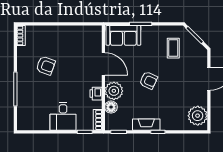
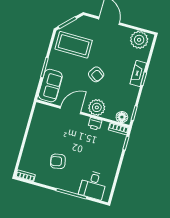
coffee table: (173, 48) -> (74, 45), width x1.86, depth x1.72
armchair: (46, 66) -> (58, 161), turned -121
armchair: (148, 80) -> (96, 74), turned 99
floor lamp: (111, 107) -> (122, 117), moved
desk: (63, 116) -> (93, 185), moved, turned 90
fireplace: (146, 125) -> (138, 74), moved

